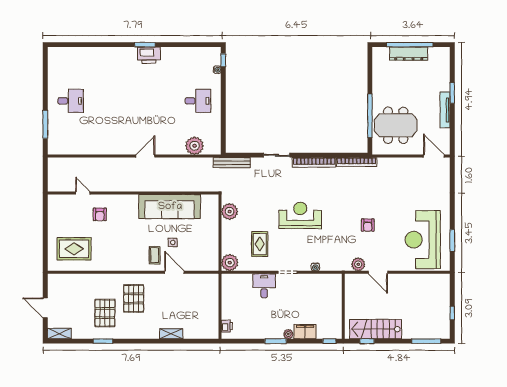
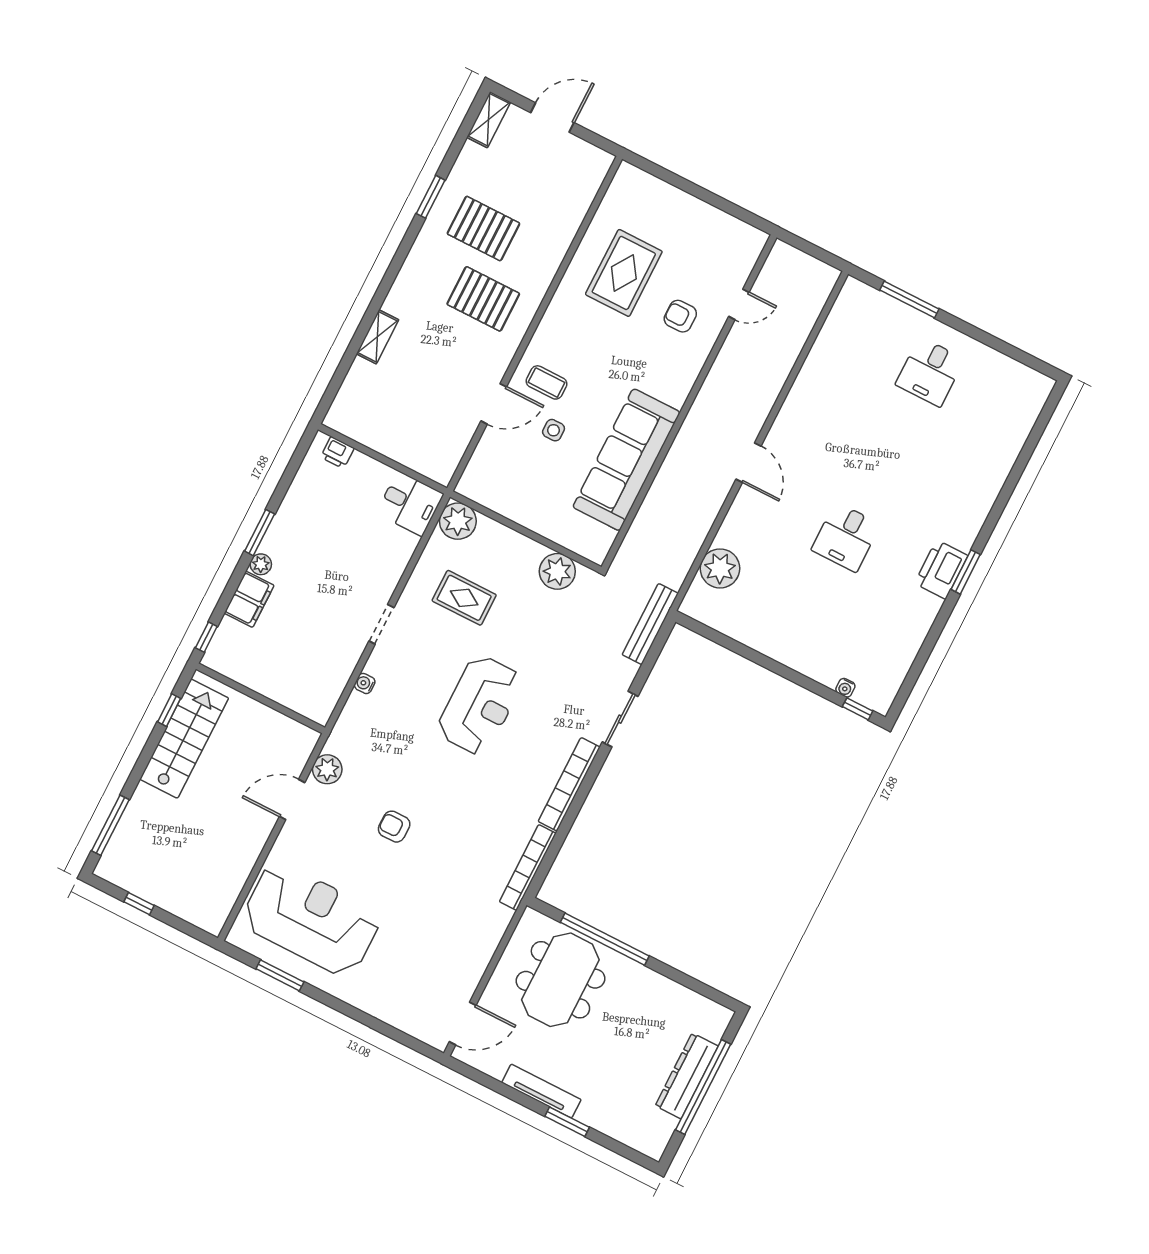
desk: (198, 101) -> (846, 537), moved
rug: (74, 249) -> (624, 273), moved
desk: (264, 286) -> (410, 504), moved

